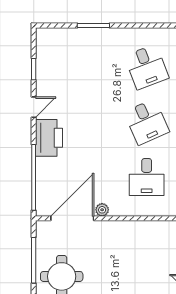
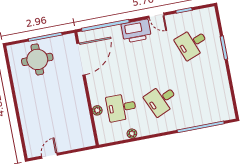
desk: (147, 67) -> (192, 43), moved
plant: (102, 210) -> (97, 110), moved
door: (72, 218) -> (81, 59), hinge flipped

